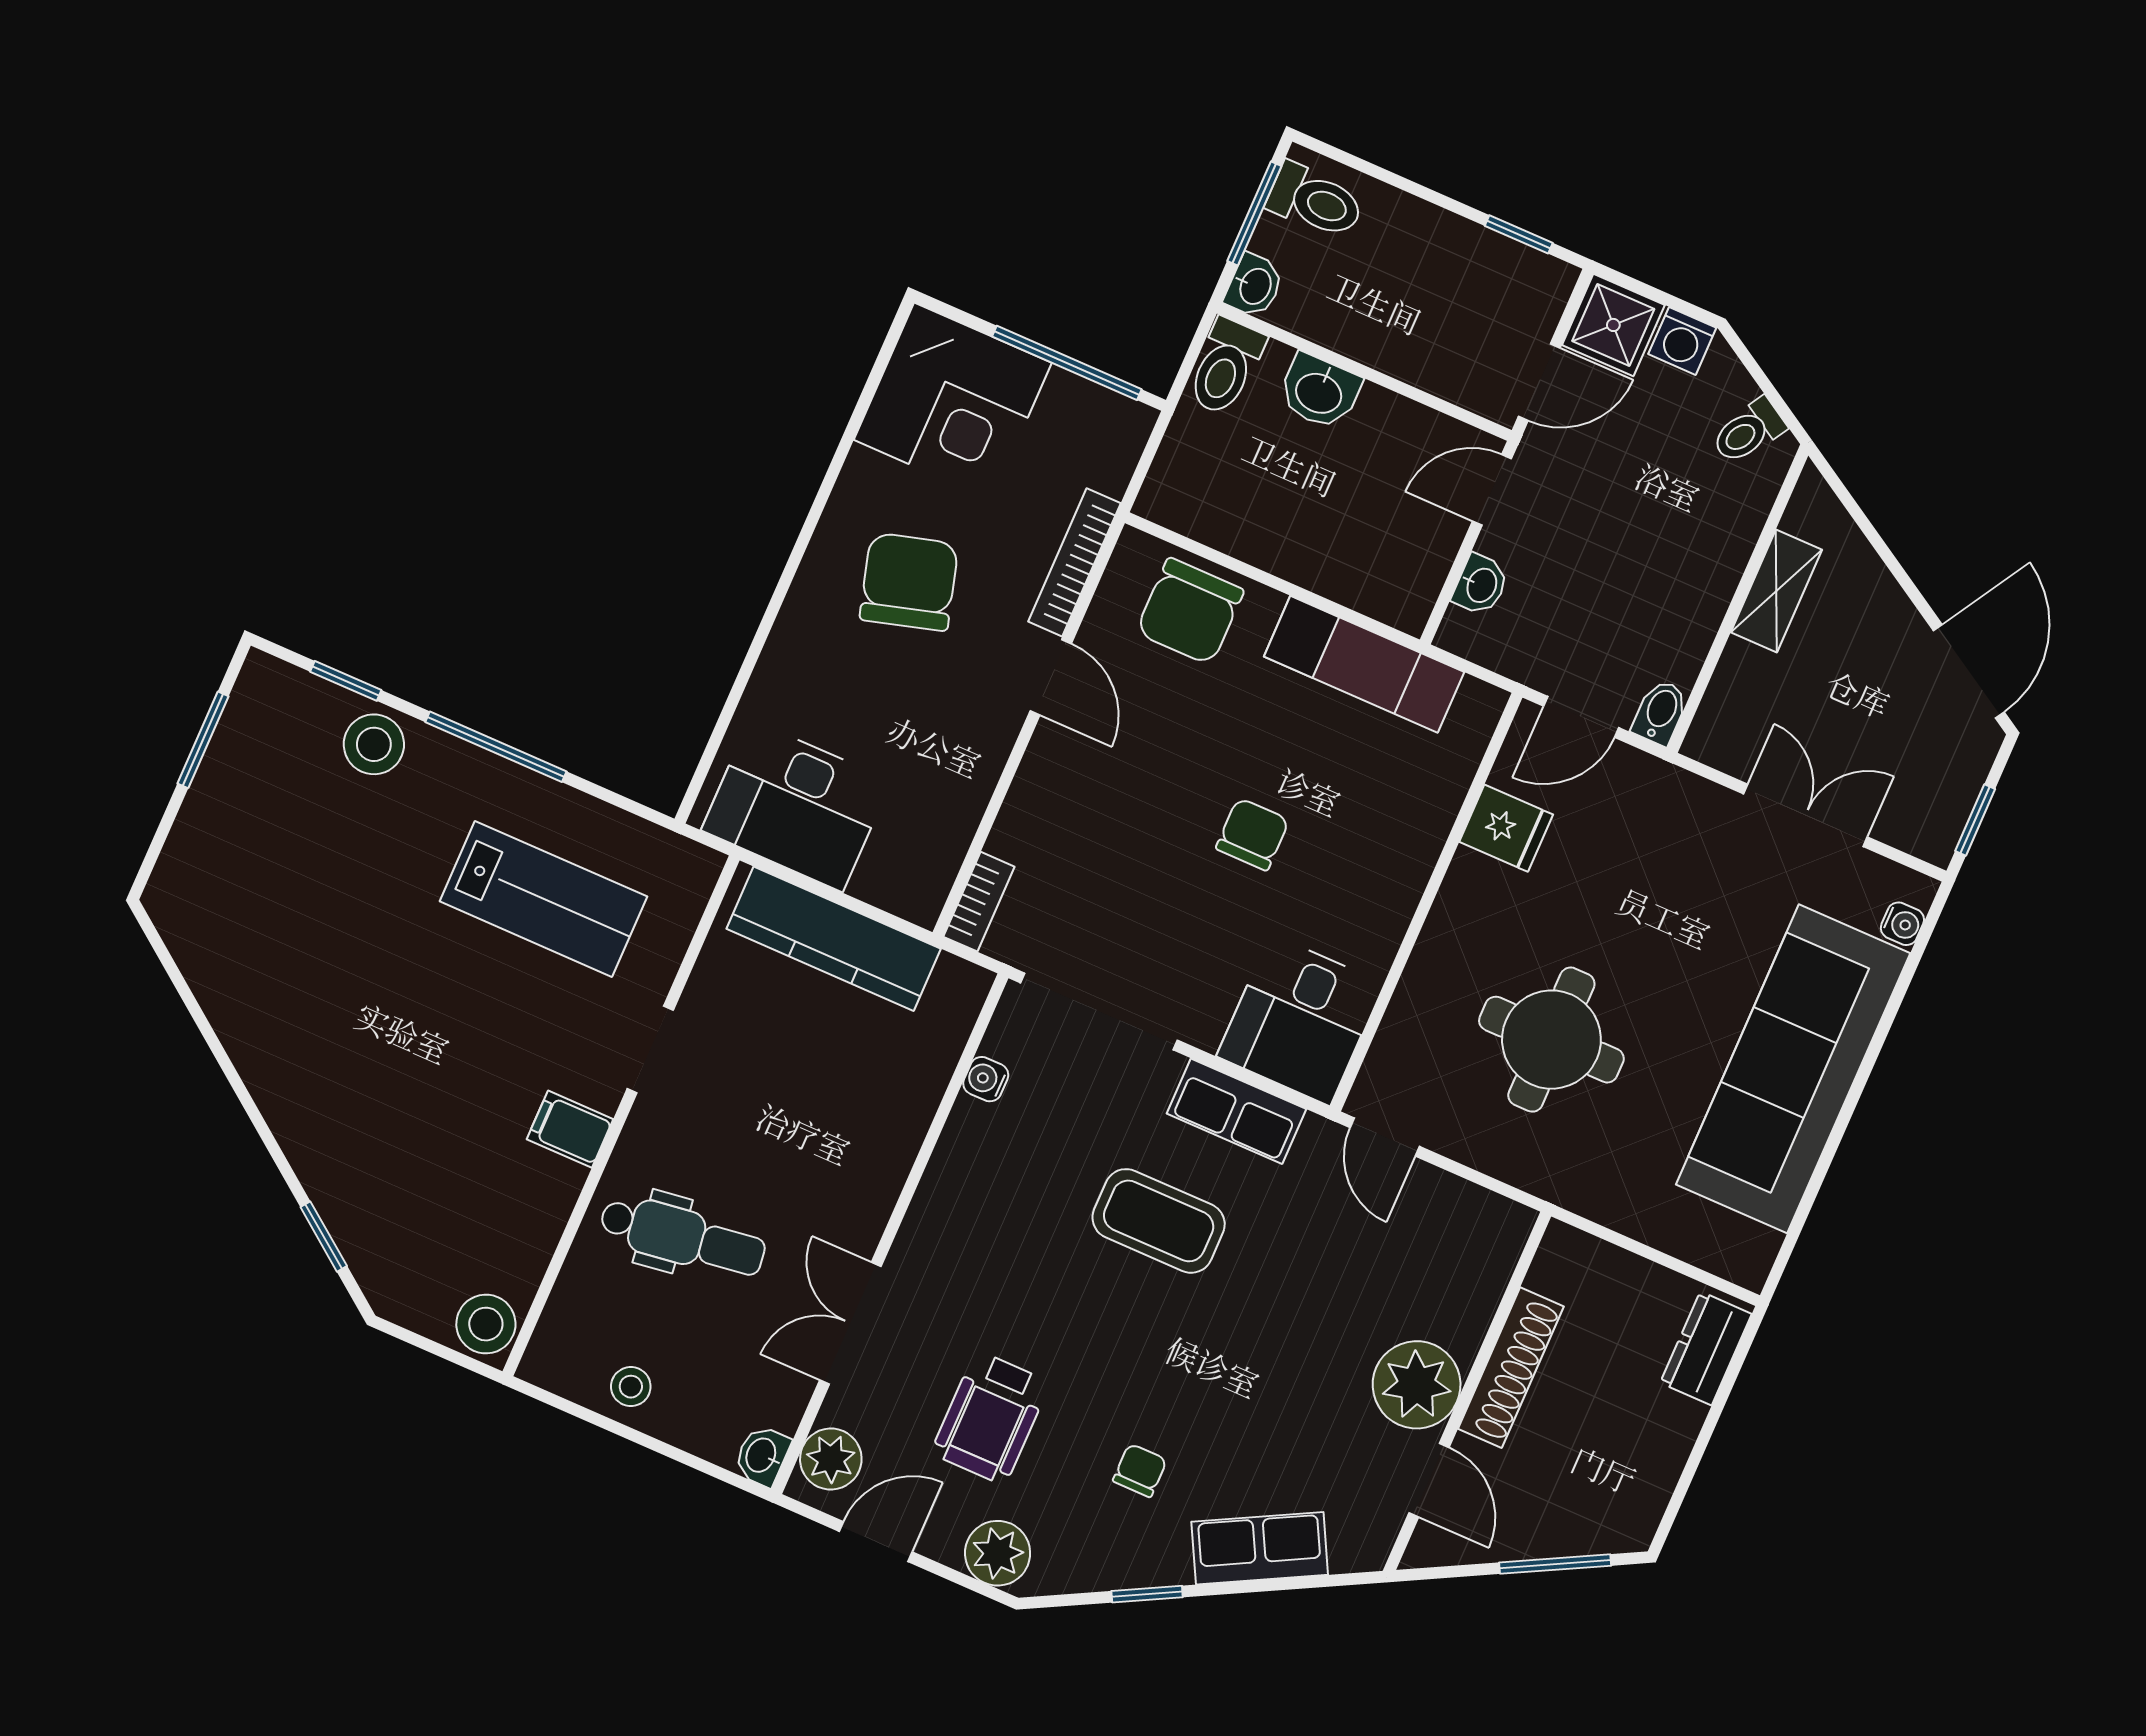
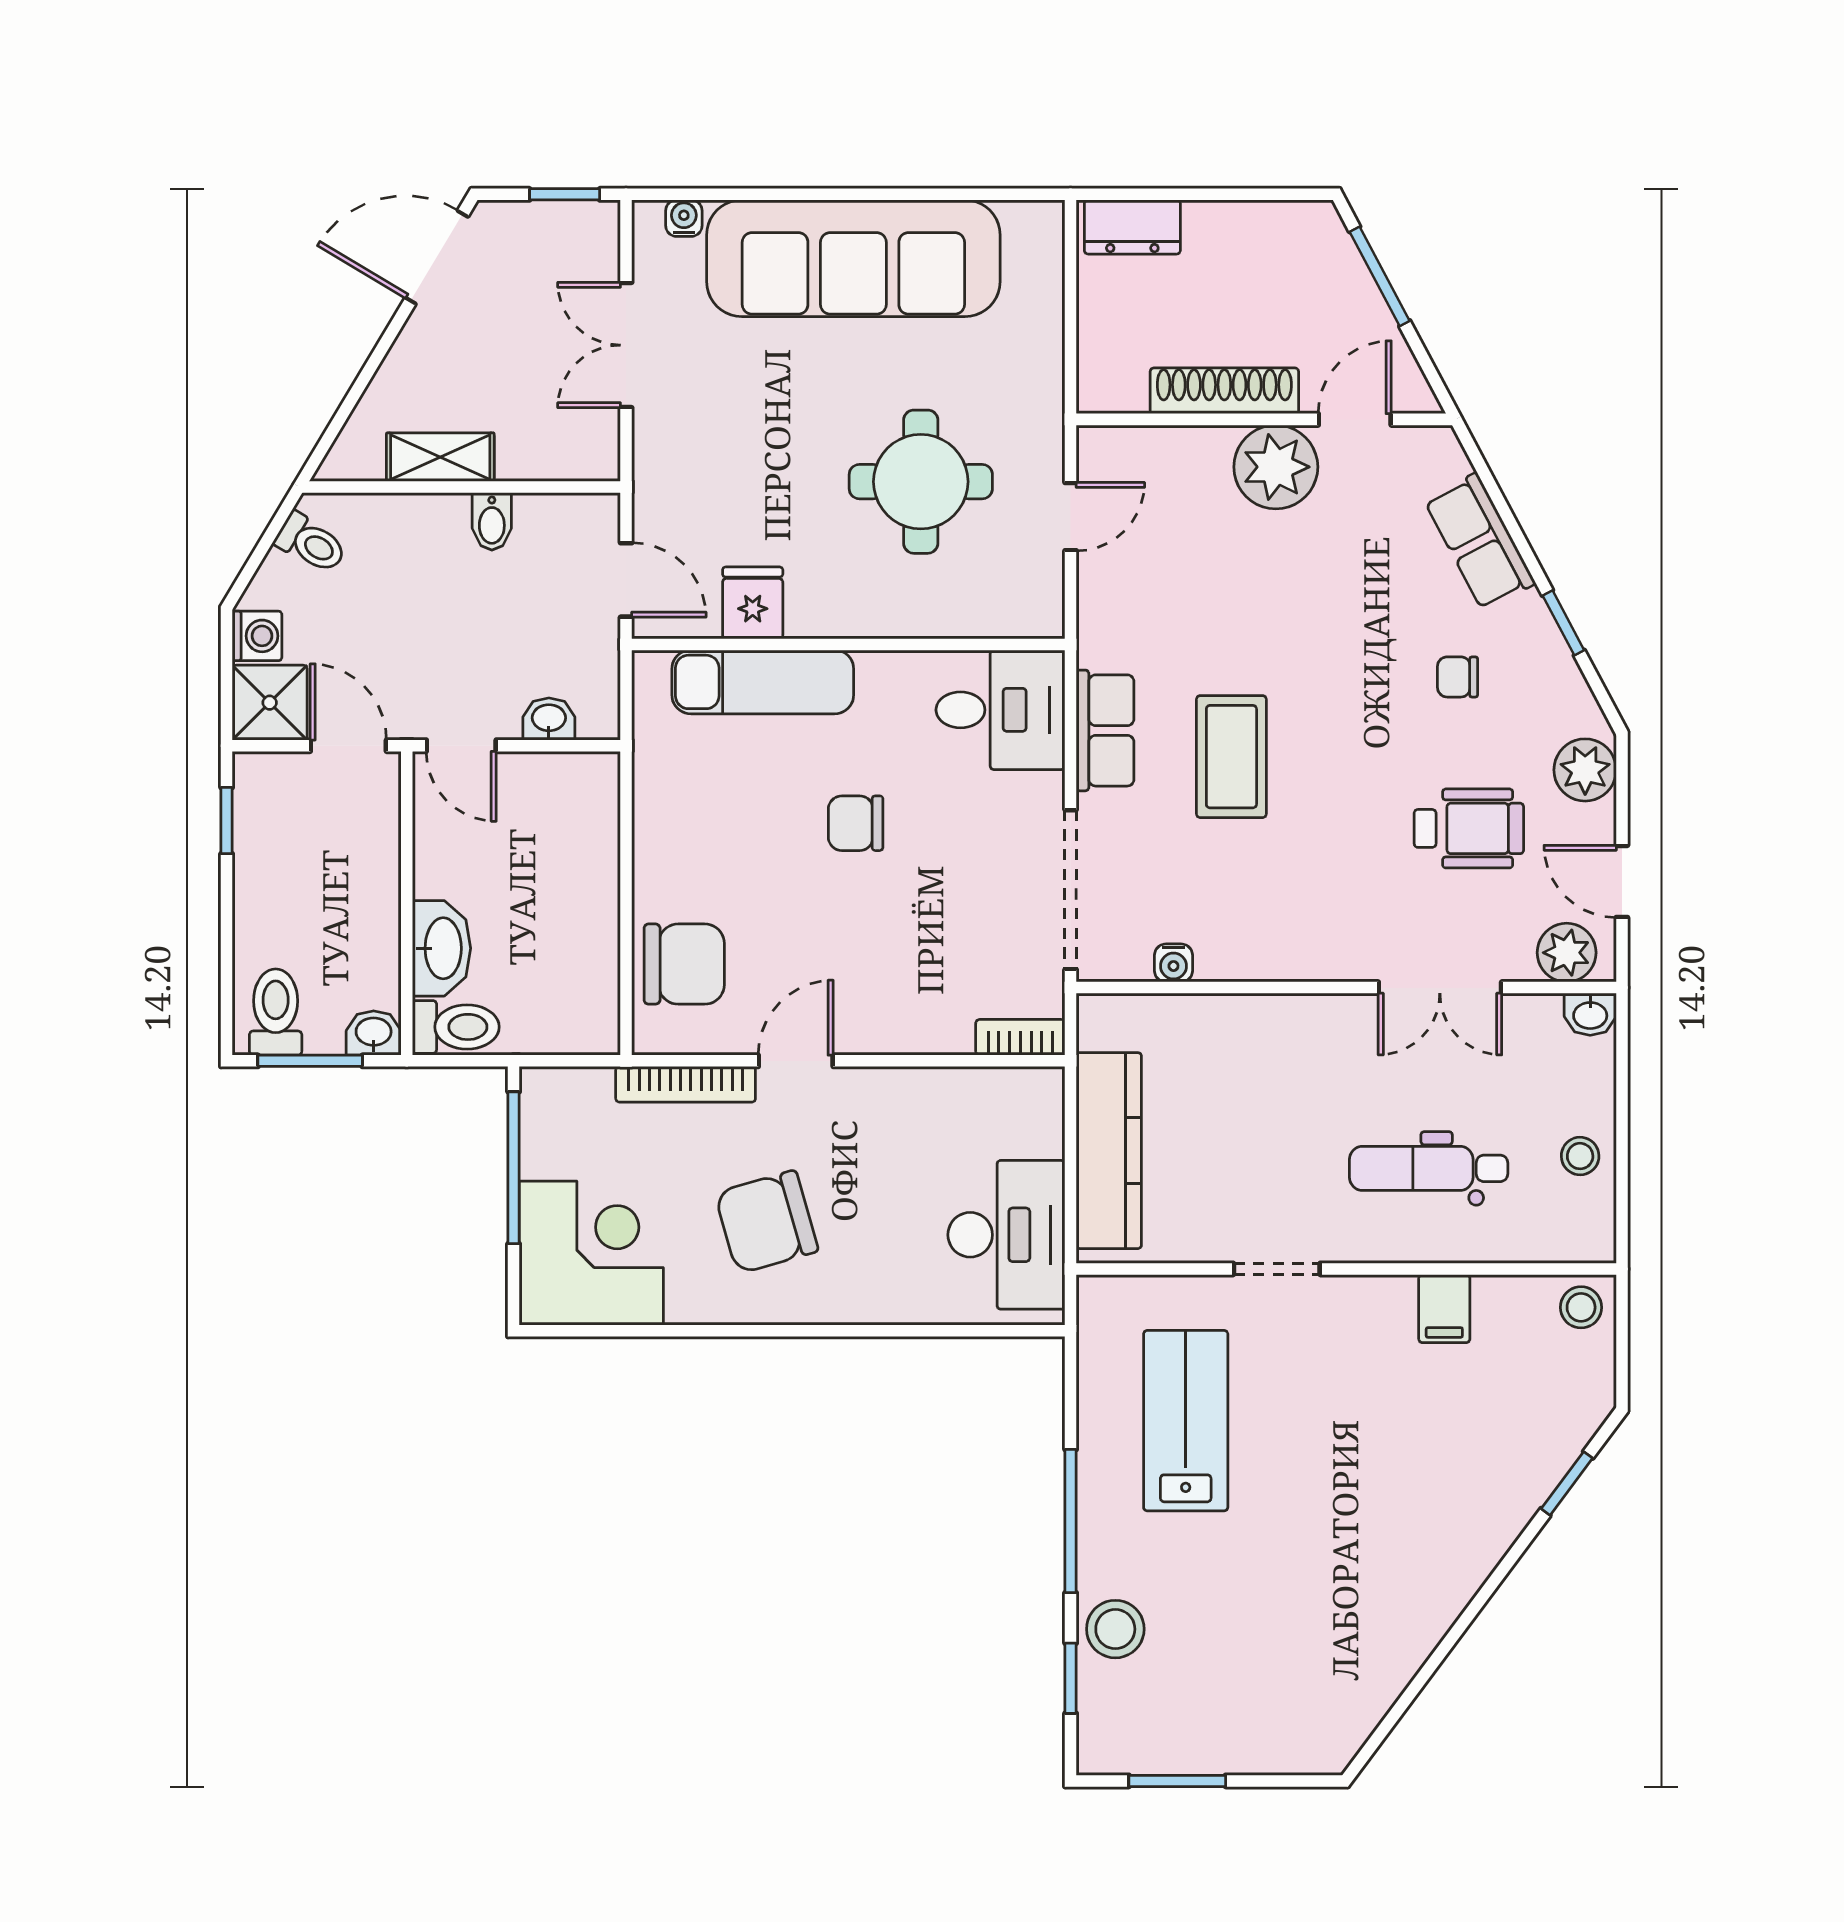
washbasin: (1319, 392) -> (441, 948), width x1.38
exam couch: (1364, 664) -> (763, 682), moved, turned 90
bidet: (1660, 712) -> (492, 521), moved, turned -90
filing cabinet: (570, 1129) -> (1444, 1309), moved
door: (1385, 1137) -> (1071, 517), moved
dental chair: (683, 1237) -> (1429, 1168), turned -82
stool: (486, 1324) -> (1581, 1307), width x0.73, depth x0.73

